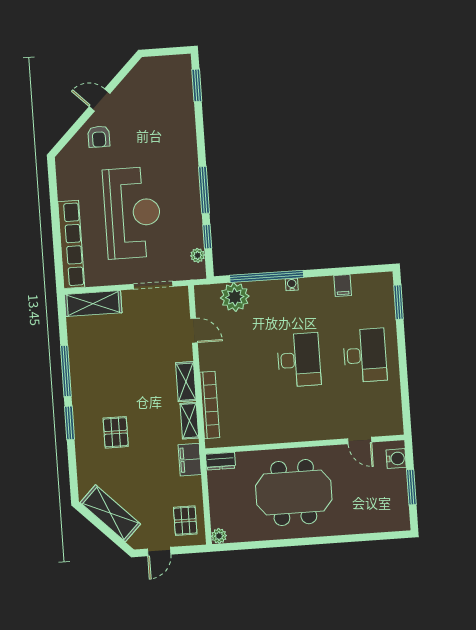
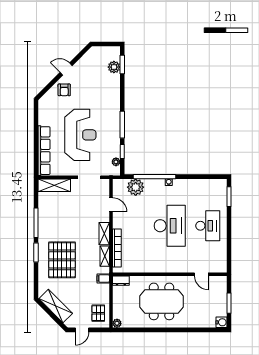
plant: (183, 91) -> (114, 67), added
filing cabinet: (343, 286) -> (198, 185), removed
desk: (299, 360) -> (170, 226), width x1.36, depth x1.30
pallet: (116, 432) -> (62, 260), width x2.05, depth x2.00
water cooler: (396, 459) -> (221, 322), moved
filing cabinet: (190, 460) -> (103, 278), width x0.50

